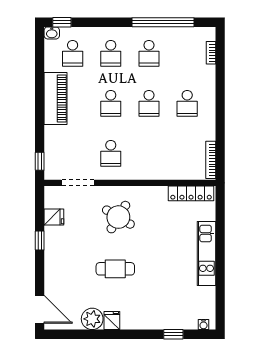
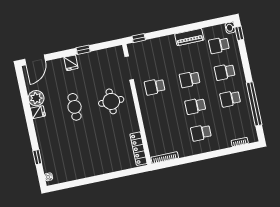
piano: (56, 99) -> (189, 37), width x0.73, depth x0.75
fridge: (54, 217) -> (71, 63), moved
round table: (118, 217) -> (111, 101), turned -31
kitchen unit: (206, 253) -> (99, 168), removed

